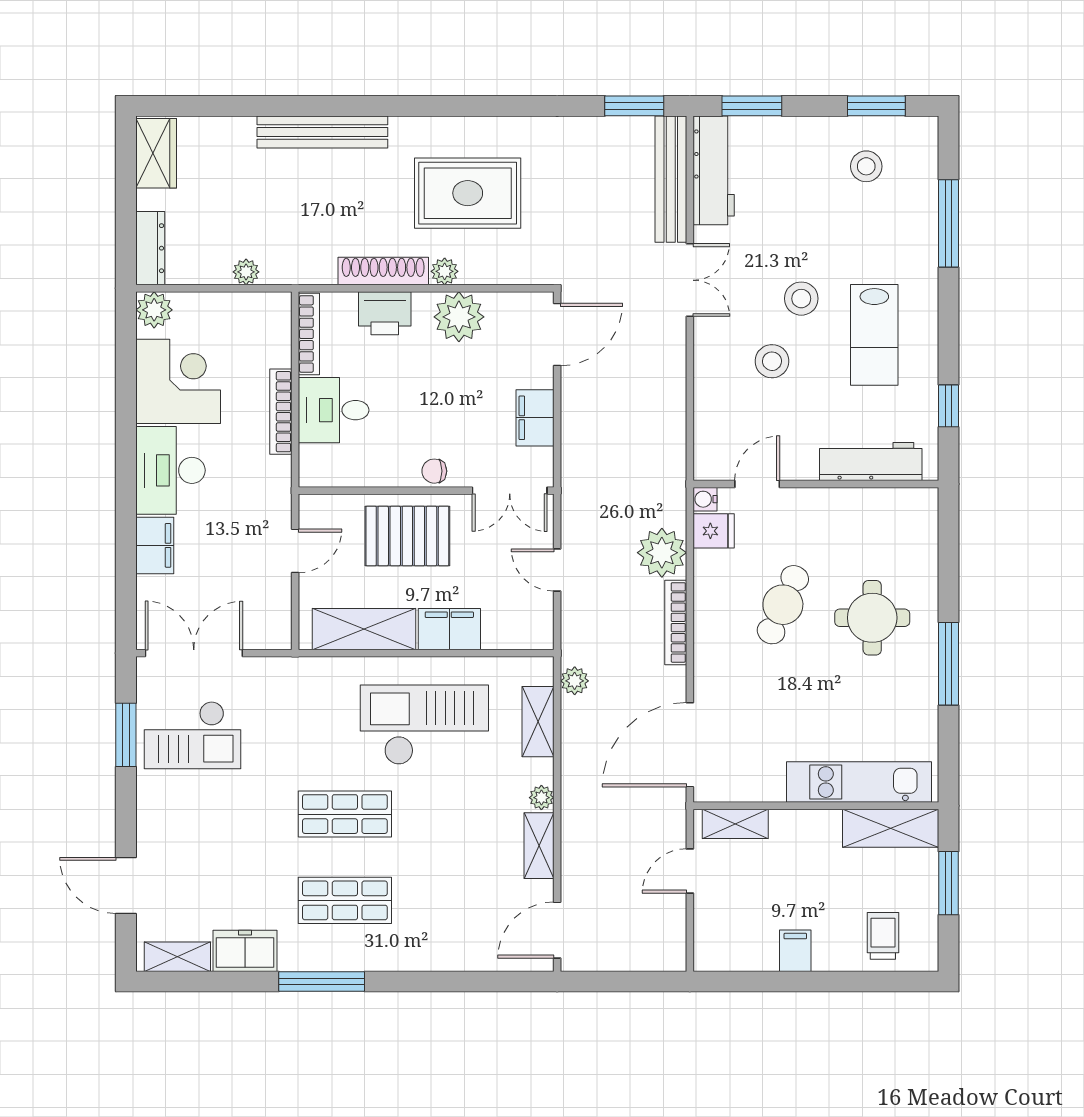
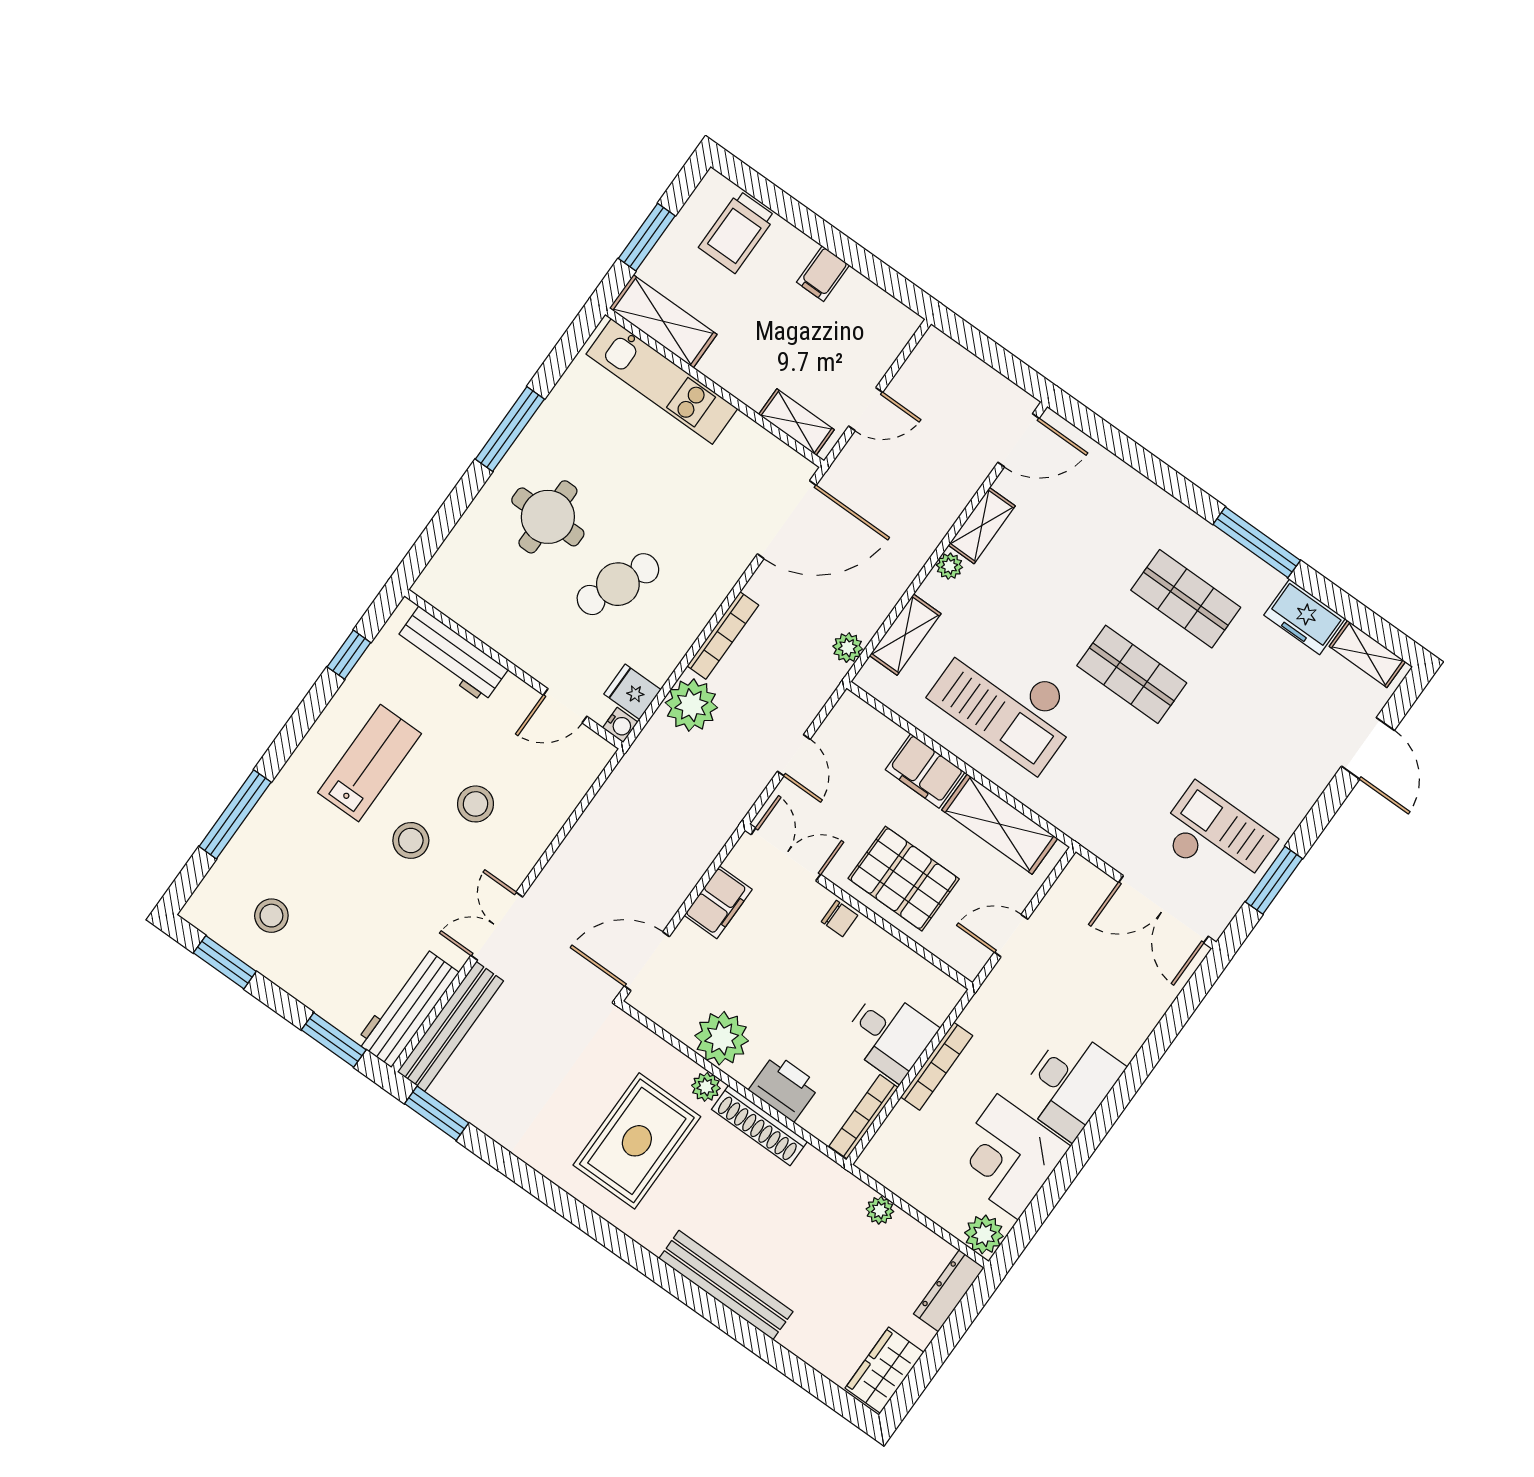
rug: (468, 193) -> (637, 1141), turned 90
filing cabinet: (155, 545) -> (1130, 1028), removed
trolley: (883, 936) -> (737, 232), width x1.36, depth x1.39

